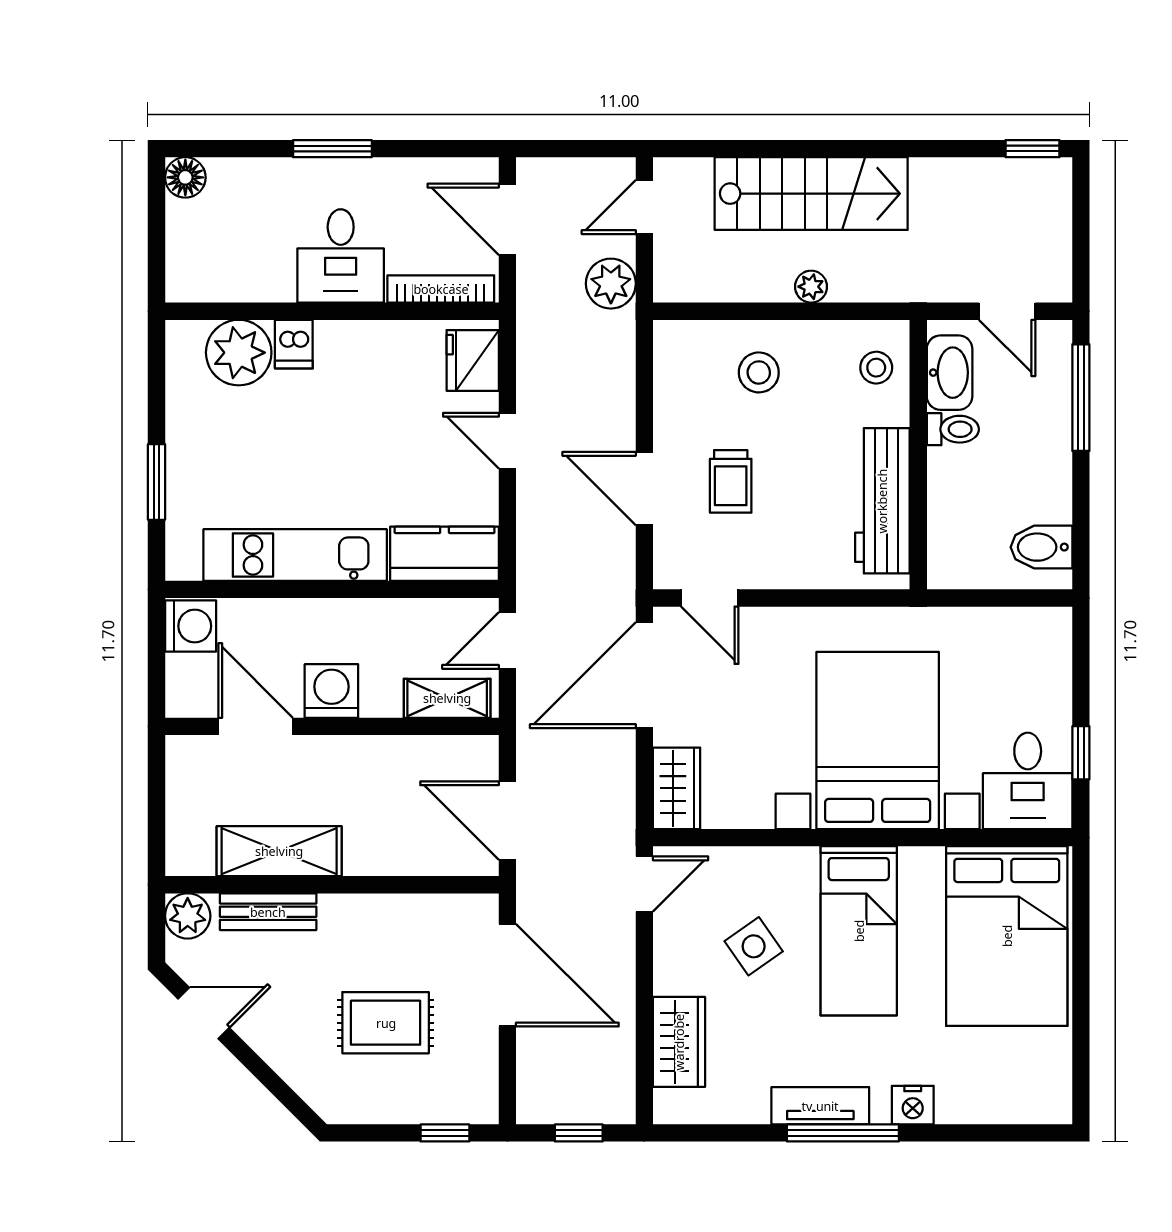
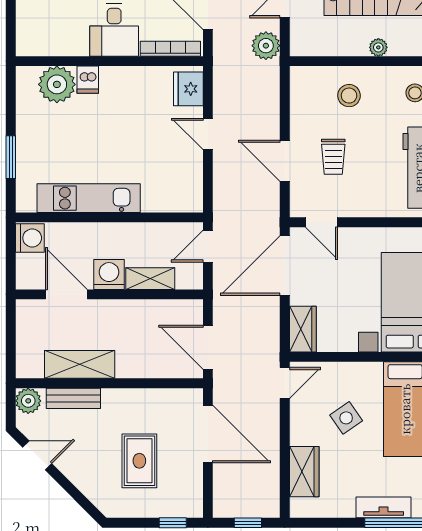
kitchen counter: (445, 554) -> (173, 197), removed
shelving: (447, 698) -> (150, 279), moved
rug: (386, 1023) -> (139, 461), turned 90

